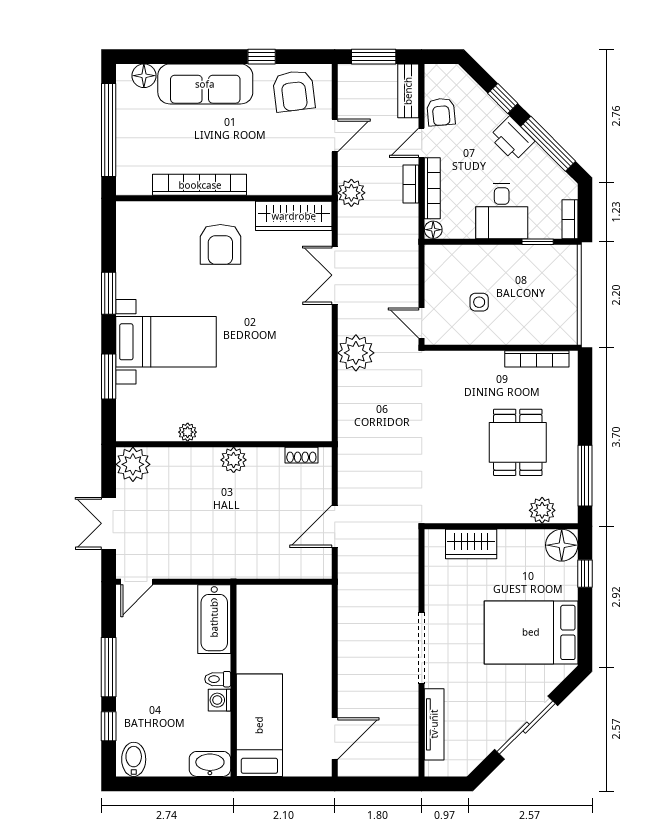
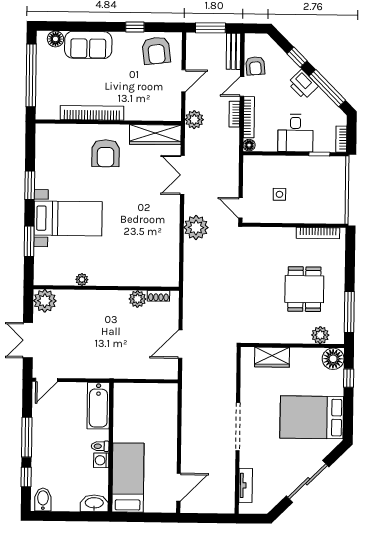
sofa: (205, 84) -> (88, 45), width x0.73
plant: (234, 460) -> (137, 299), moved
tv unit: (434, 724) -> (246, 485), width x0.71

